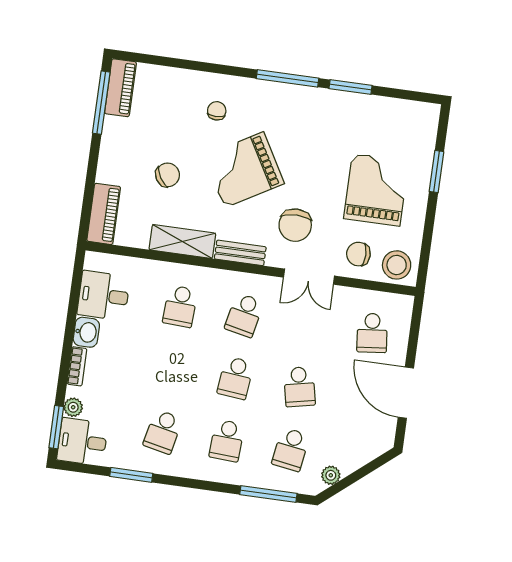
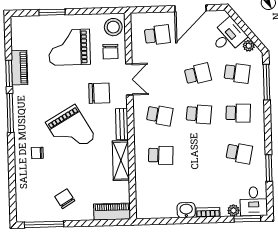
piano: (120, 88) -> (19, 68), moved, turned 90
chair: (168, 175) -> (65, 199), moved
desk: (104, 296) -> (228, 36), moved, turned -130

